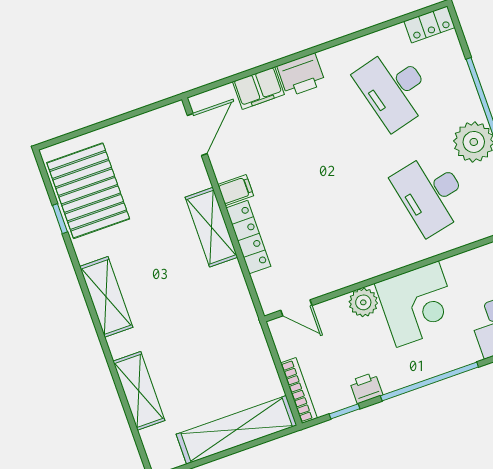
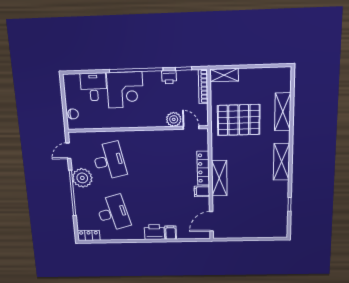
filing cabinet: (258, 88) -> (171, 233), width x0.50
pallet: (88, 191) -> (239, 120), moved, turned 90
plant: (363, 302) -> (174, 119), moved
corner desk: (418, 304) -> (125, 90), moved, turned 180
shelving: (237, 430) -> (224, 75), width x0.45, depth x0.75

